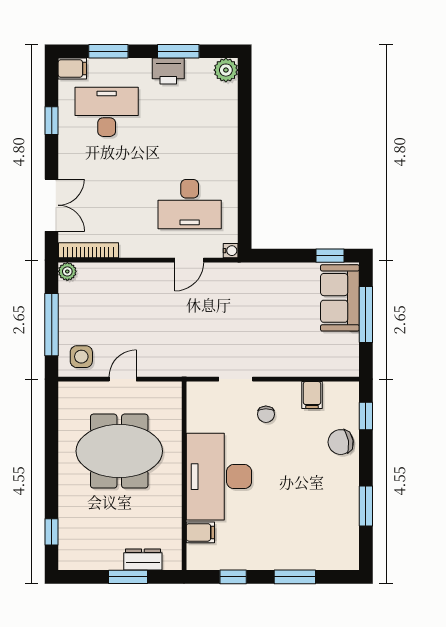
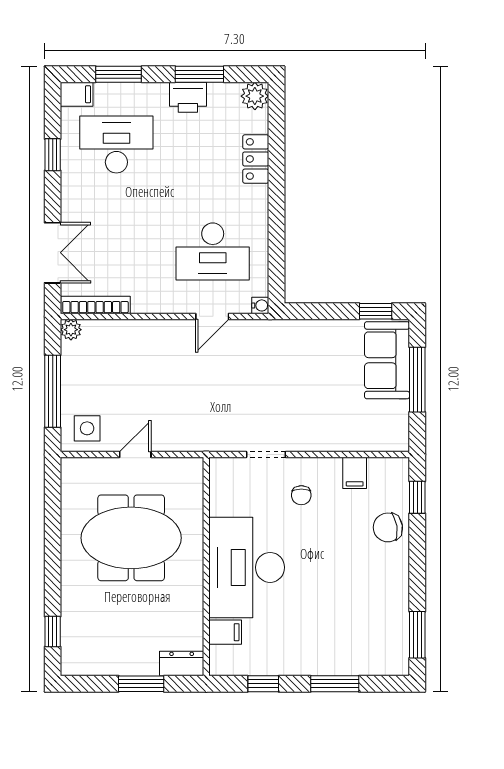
locker: (227, 124) -> (256, 159), added
window: (366, 506) -> (417, 635), moved
dresser: (143, 559) -> (182, 664), moved

